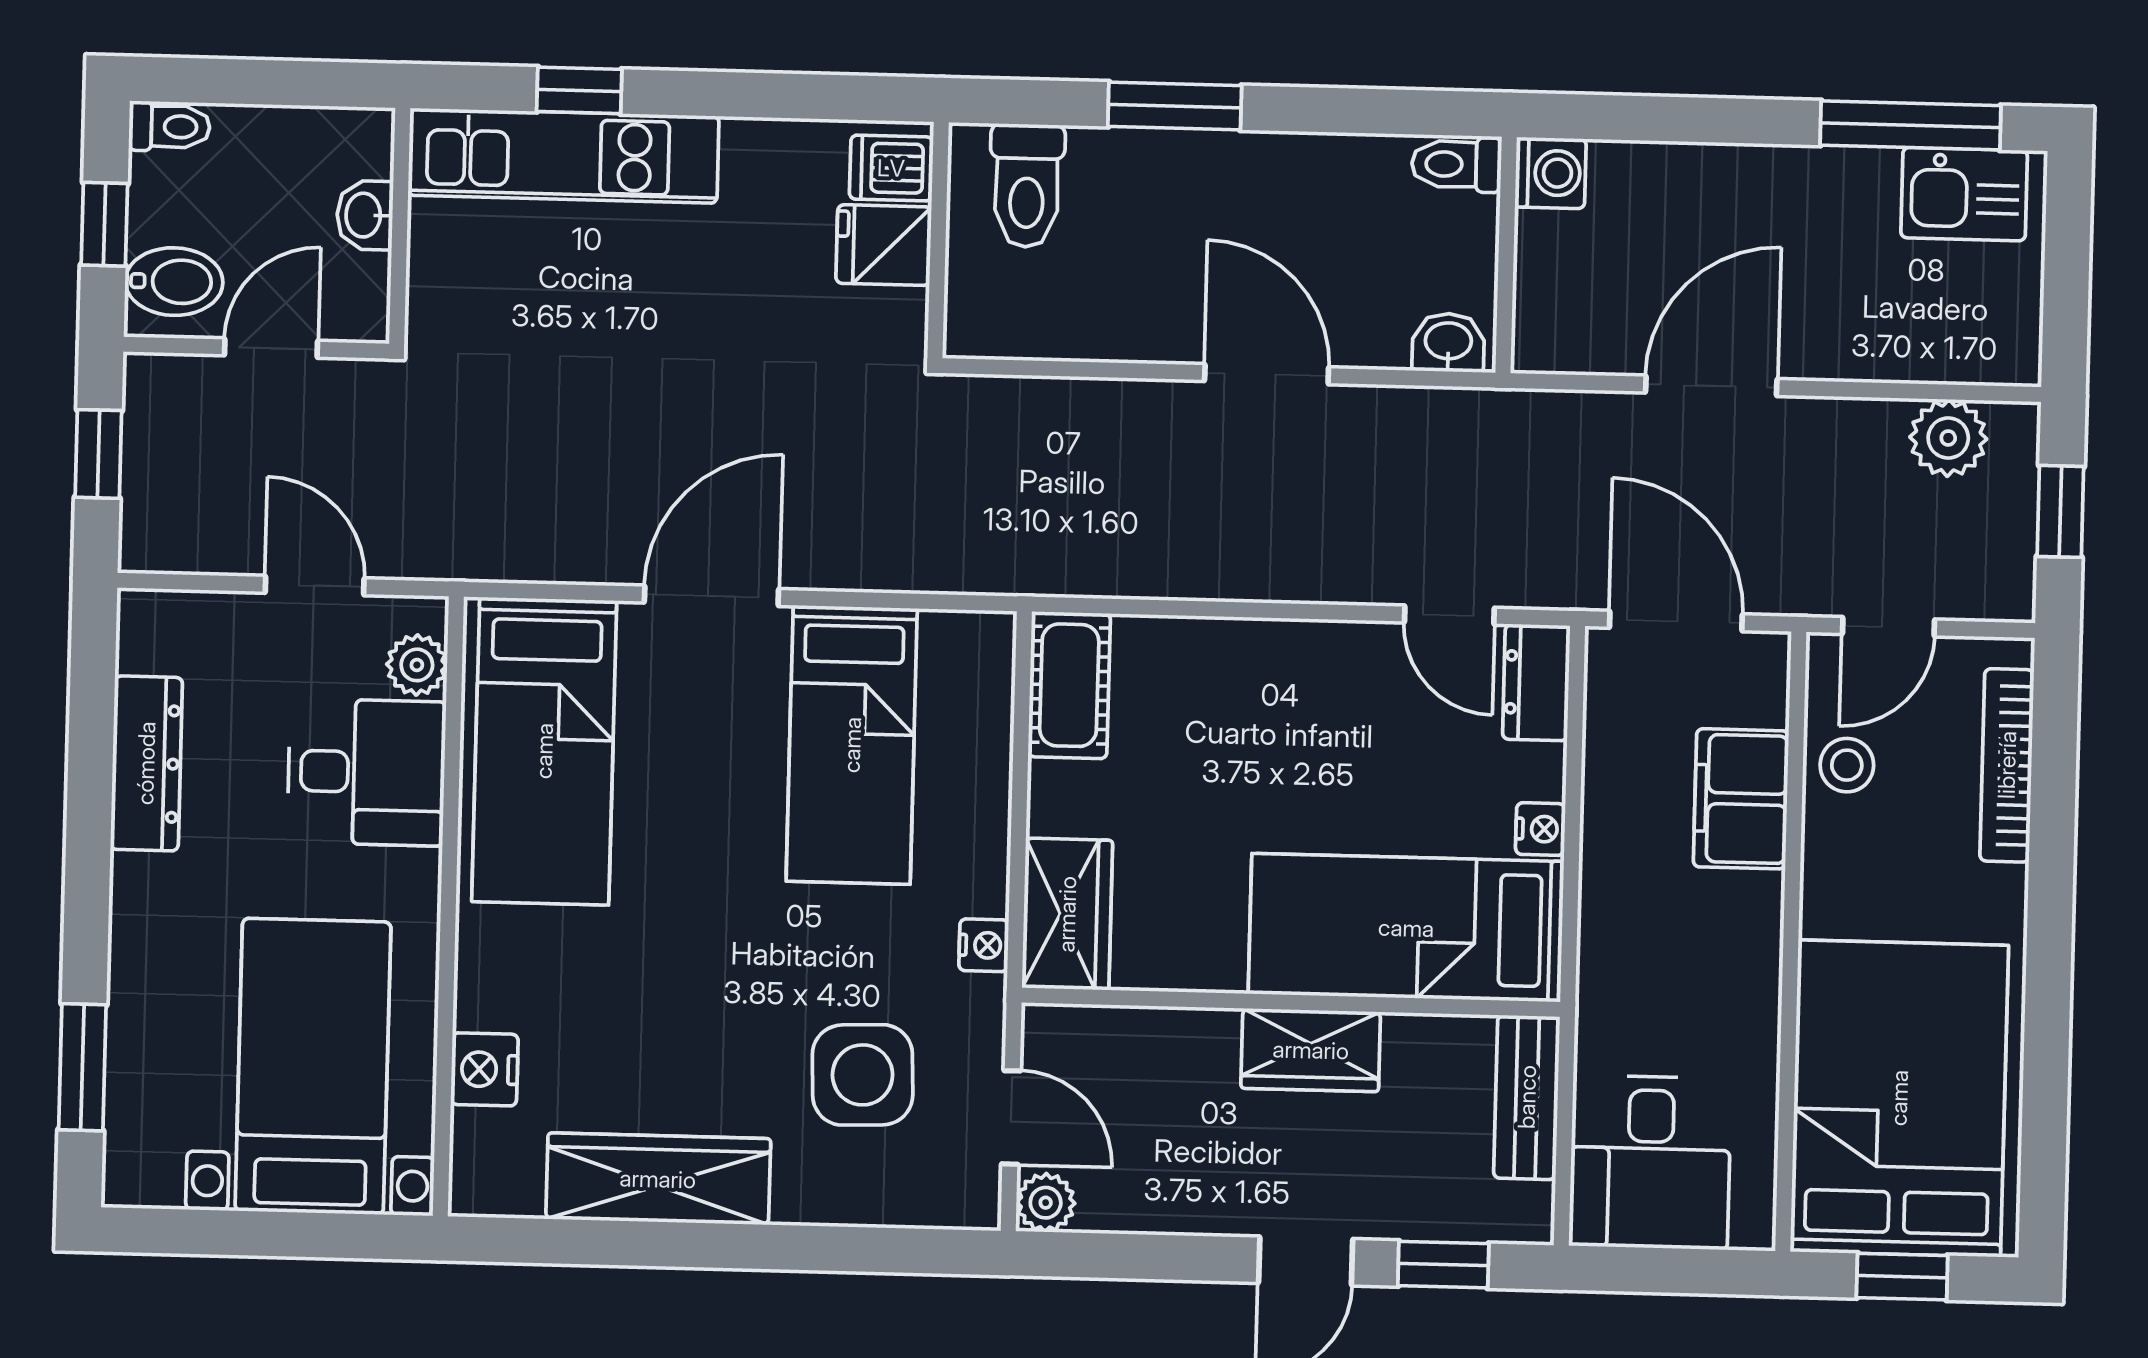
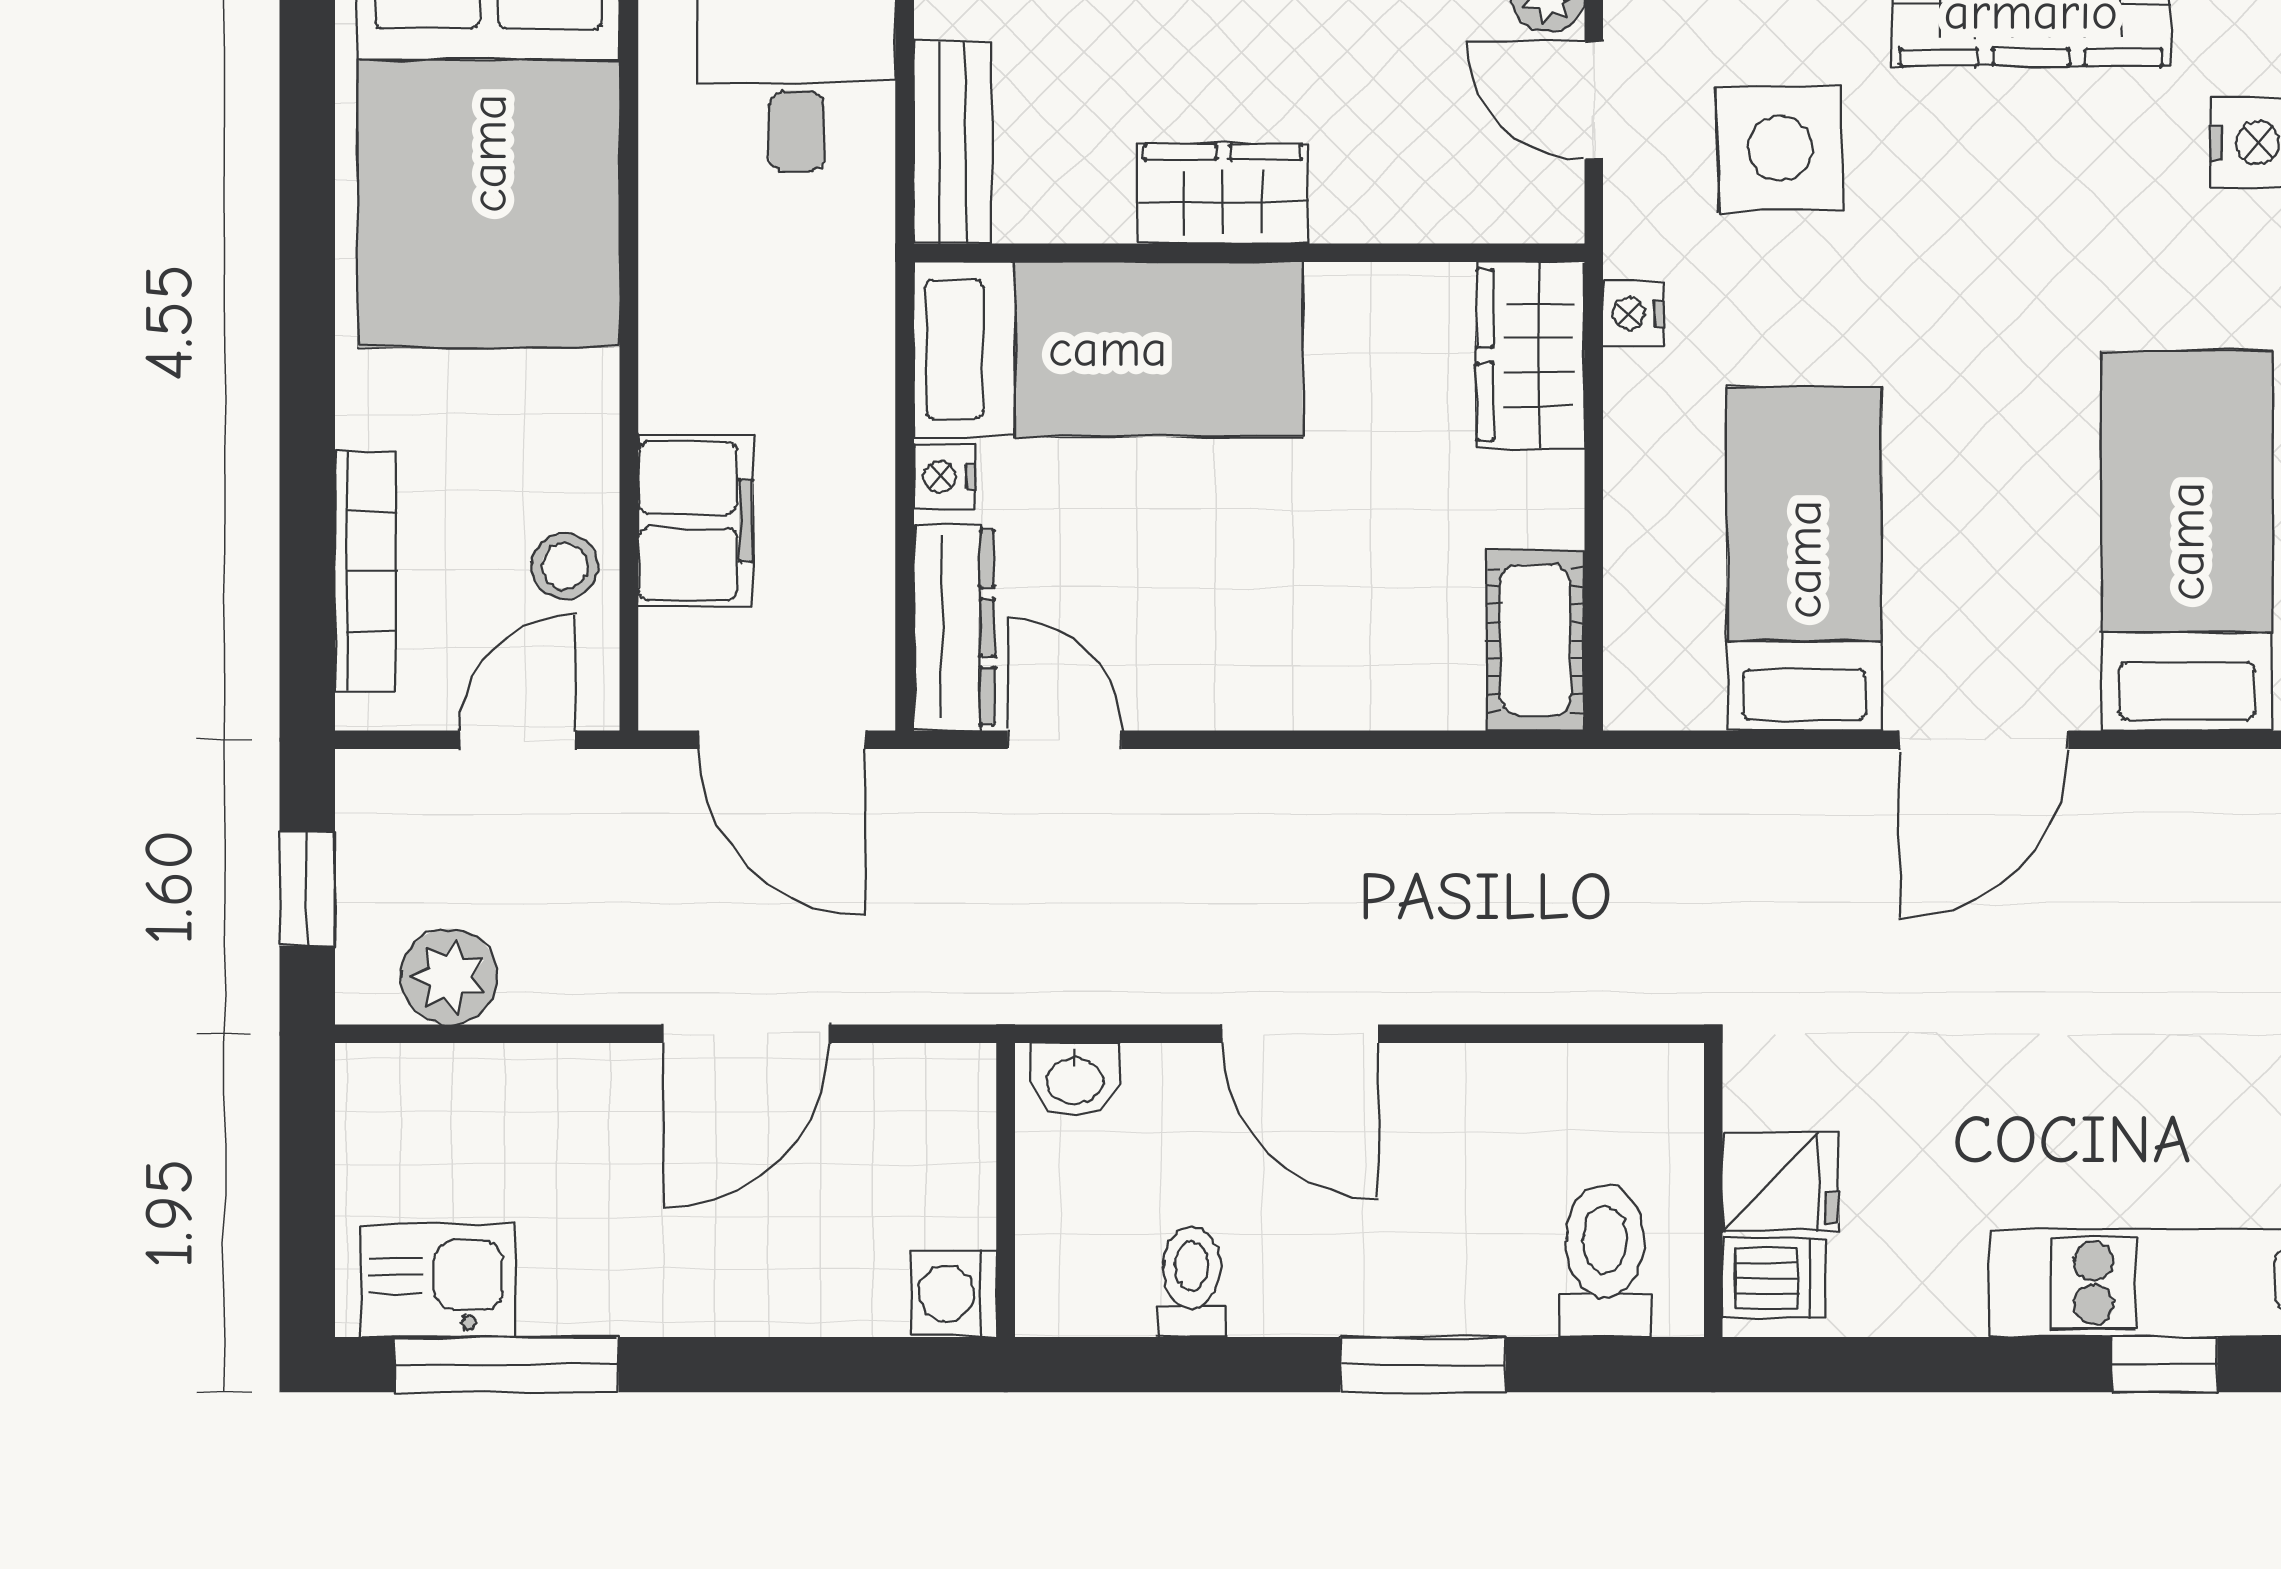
toilet: (1456, 164) -> (1192, 1282), moved, turned -90
dresser: (1536, 682) -> (954, 627), width x1.44

